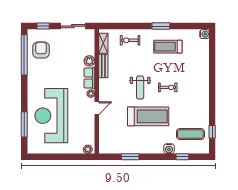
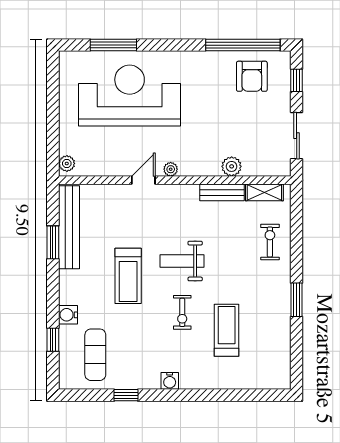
water cooler: (204, 34) -> (170, 381), moved
treadmill: (168, 47) -> (227, 330), moved
armchair: (41, 50) -> (252, 76), turned 90
row of seats: (89, 78) -> (200, 167), removed
door: (97, 108) -> (143, 180), swing flipped
treadmill: (148, 116) -> (128, 276), width x0.73, depth x0.73
window: (212, 132) -> (126, 395), moved
bench: (122, 148) -> (69, 227), added

